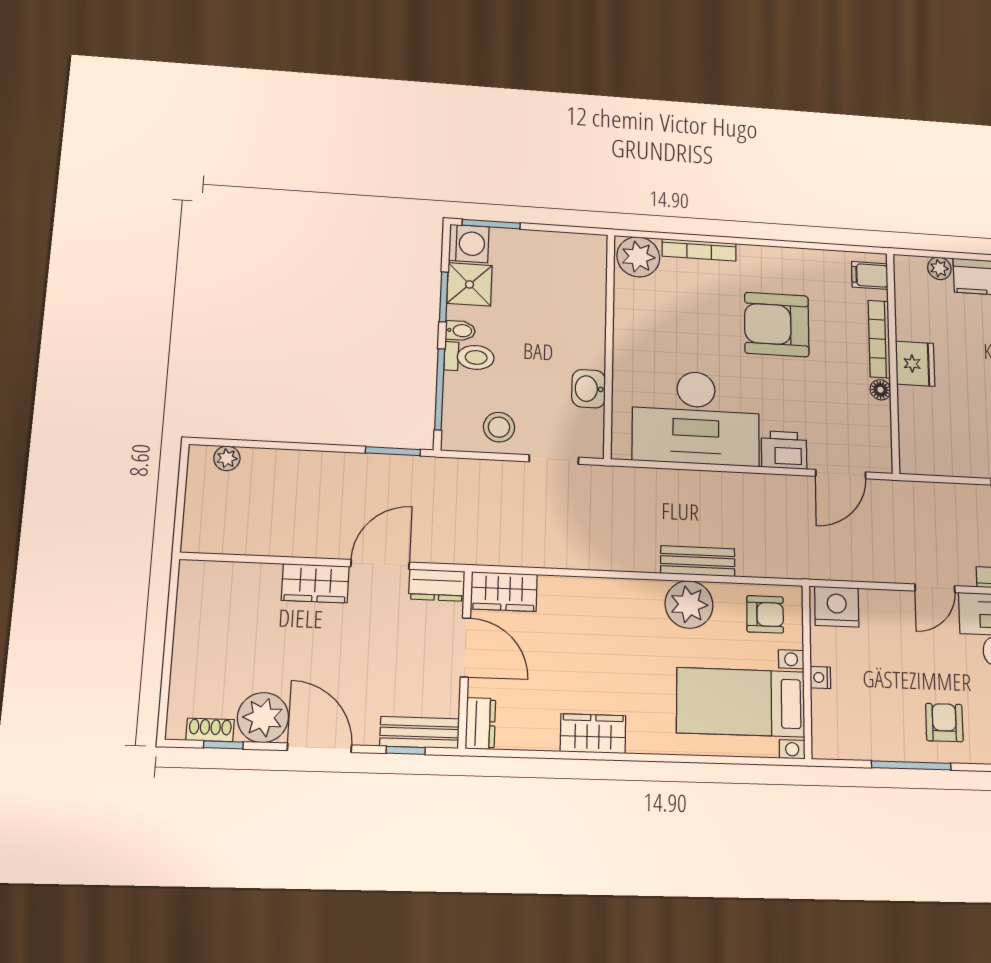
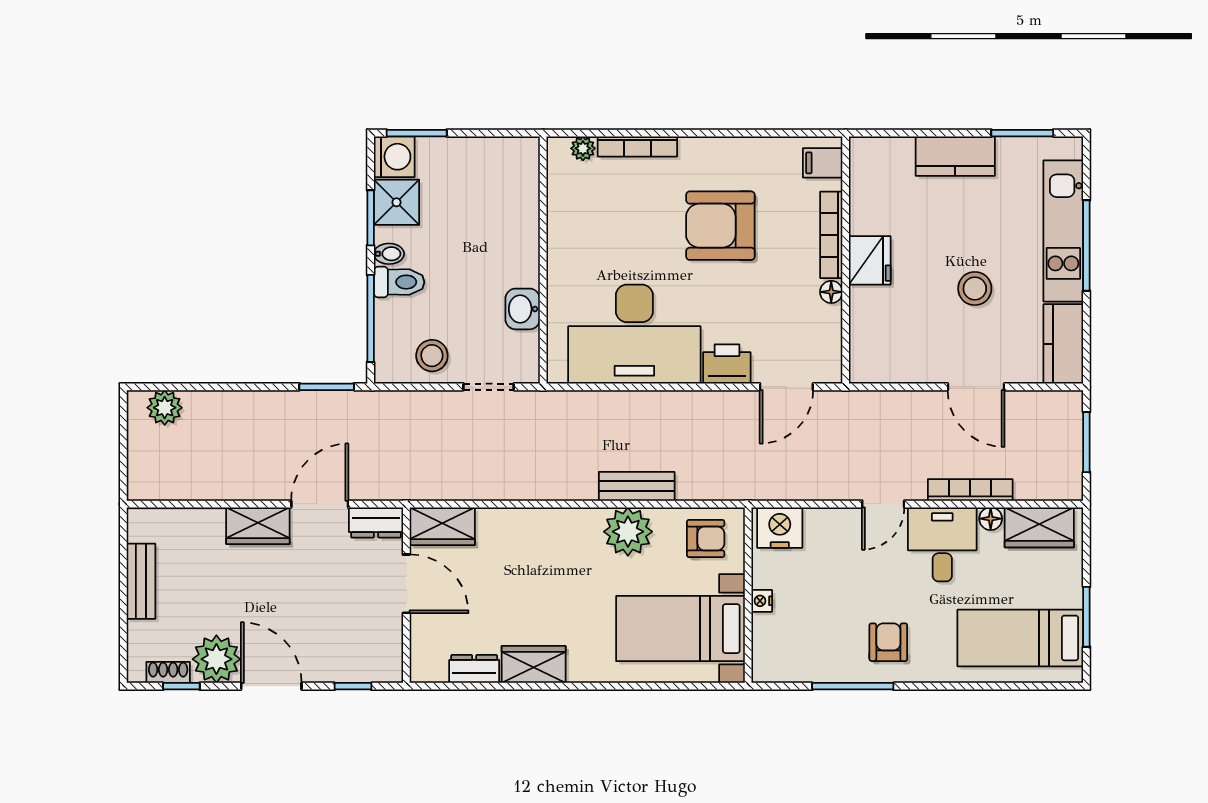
plant: (638, 257) -> (583, 148), width x0.53, depth x0.53
plant: (939, 268) -> (900, 149), removed
plant: (227, 458) -> (165, 408), width x1.38, depth x1.38
dresser: (480, 723) -> (474, 669), moved, turned -90
bench: (420, 732) -> (141, 581), moved, turned 90

